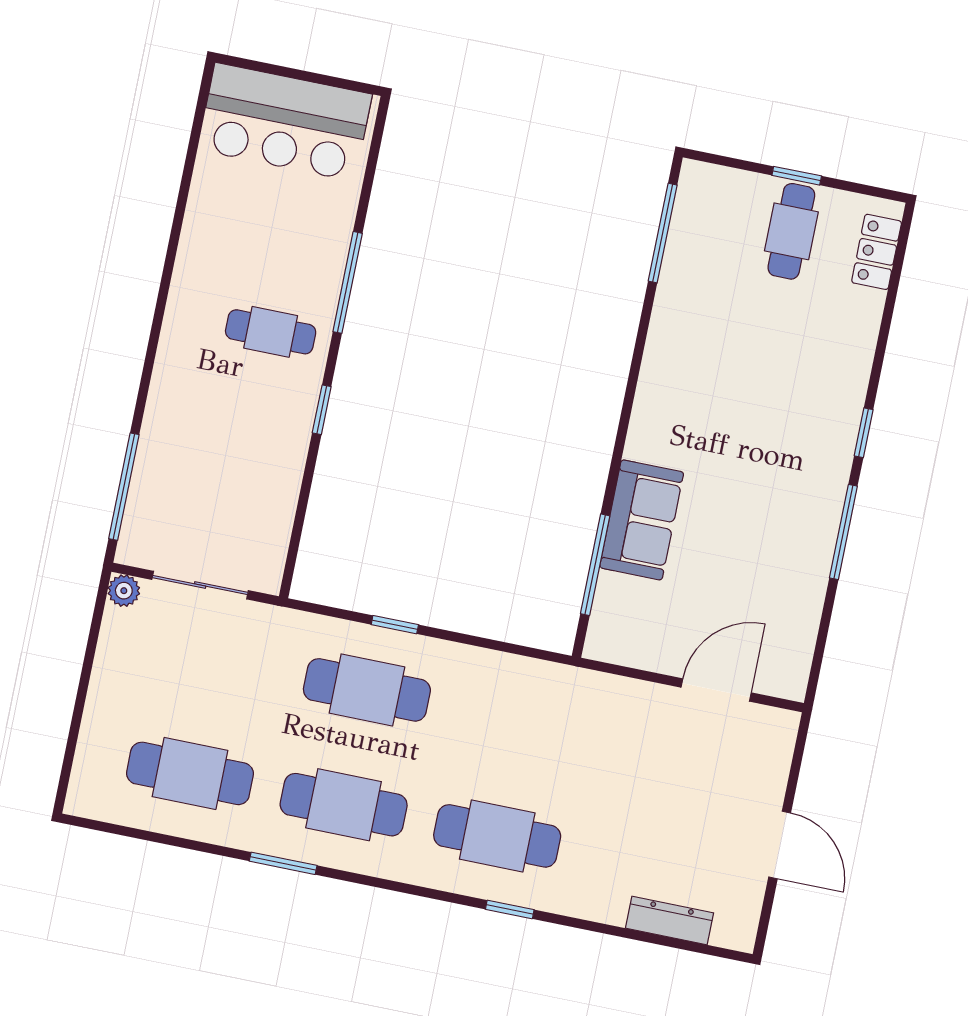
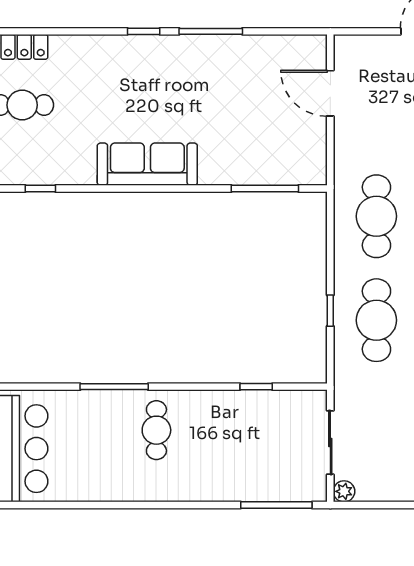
window: (663, 233) -> (40, 188), width x0.46
window: (322, 410) -> (256, 387), moved
sofa: (642, 520) -> (147, 164), moved, width x1.36
cafe table: (521, 721) -> (376, 216), added

